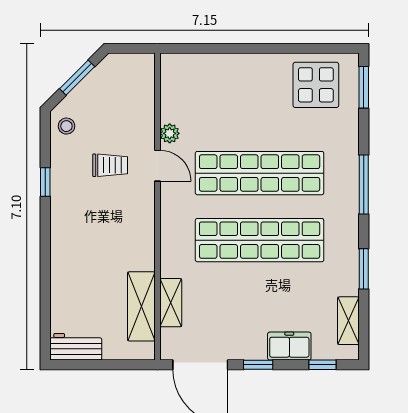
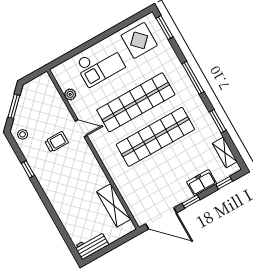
checkout: (238, 88) -> (100, 65), added
plant: (170, 133) -> (70, 94), moved
shelving: (171, 303) -> (128, 195), removed

